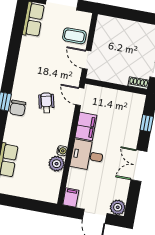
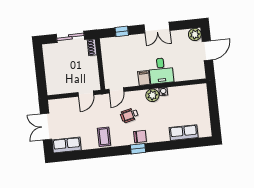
coffee table: (74, 36) -> (104, 137), moved
filing cabinet: (86, 126) -> (144, 78), width x0.50
plant: (57, 164) -> (152, 95), moved
filing cabinet: (71, 197) -> (198, 74), removed

